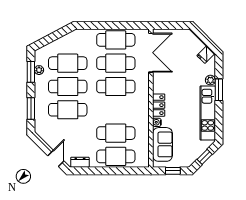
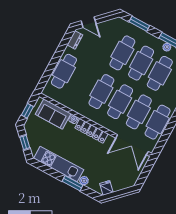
locker: (159, 105) -> (91, 131), width x1.53
cafe table: (116, 133) -> (101, 92), moved

